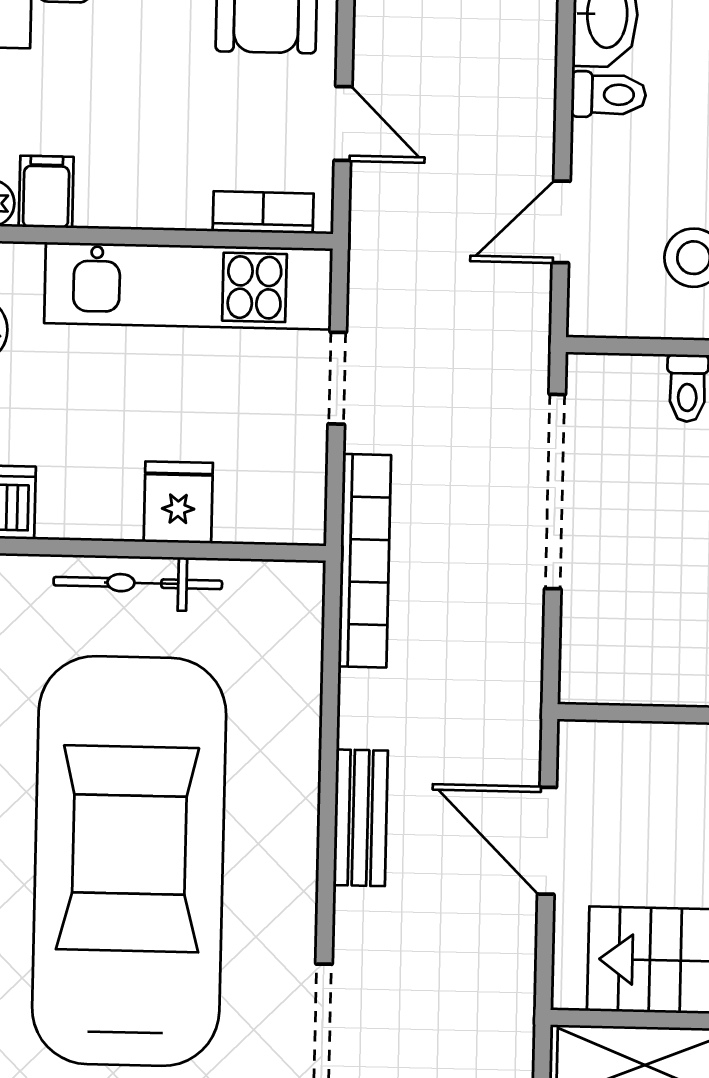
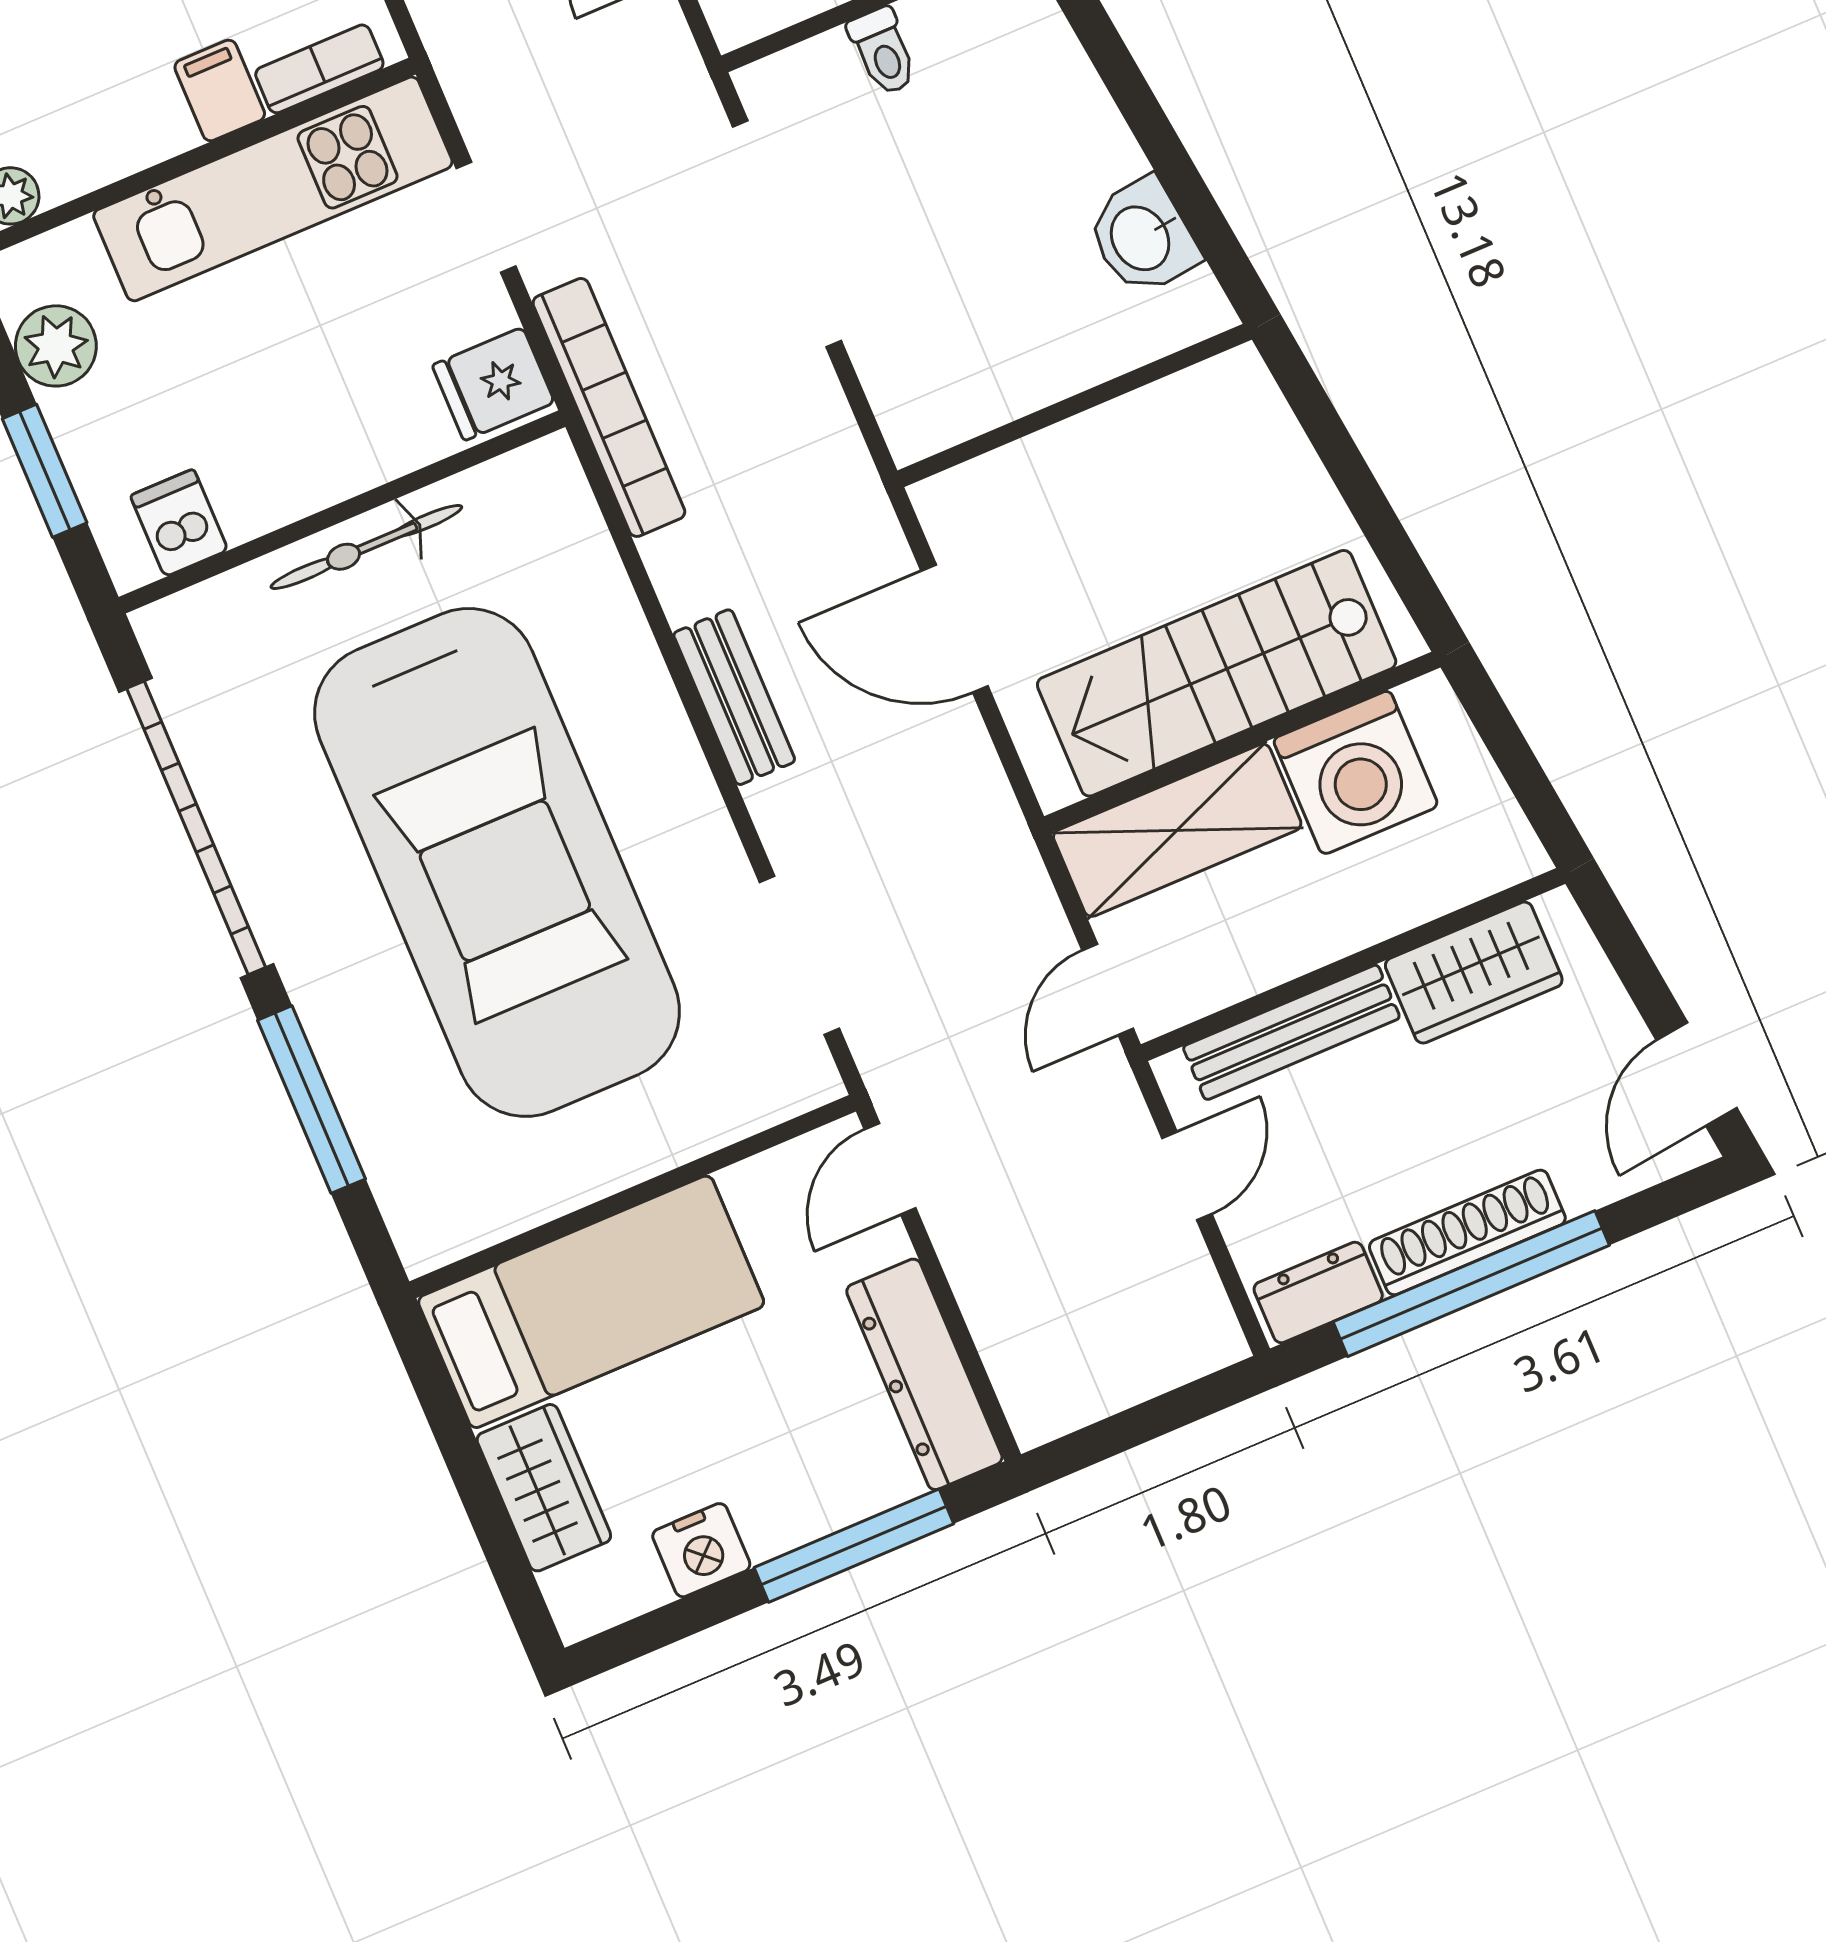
filing cabinet: (46, 192) -> (220, 90), moved
fridge: (178, 502) -> (493, 384), moved, turned -90
car: (129, 861) -> (497, 862), turned 180

